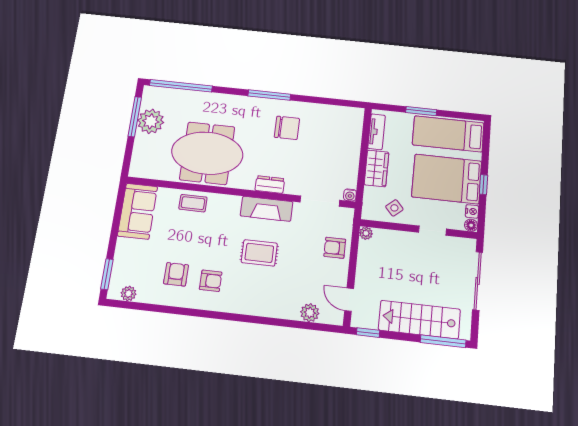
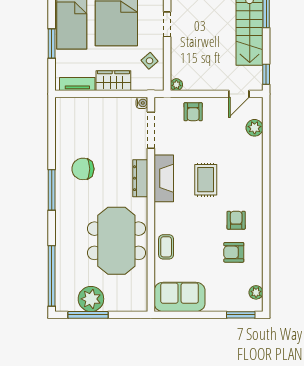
chair: (287, 128) -> (83, 169), turned -90
dresser: (270, 185) -> (140, 178), width x1.44

